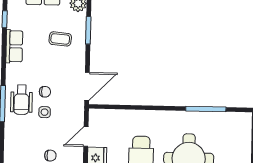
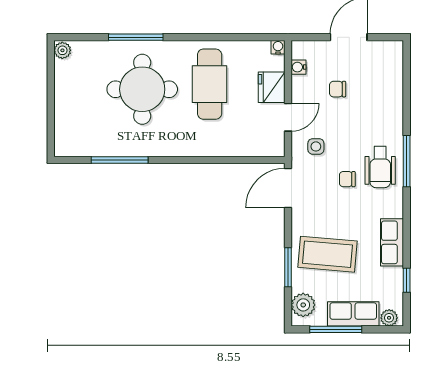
coffee table: (60, 39) -> (327, 254), width x1.86, depth x1.72
wheelchair: (21, 100) -> (380, 167), turned 180
side table: (45, 112) -> (316, 146), moved

